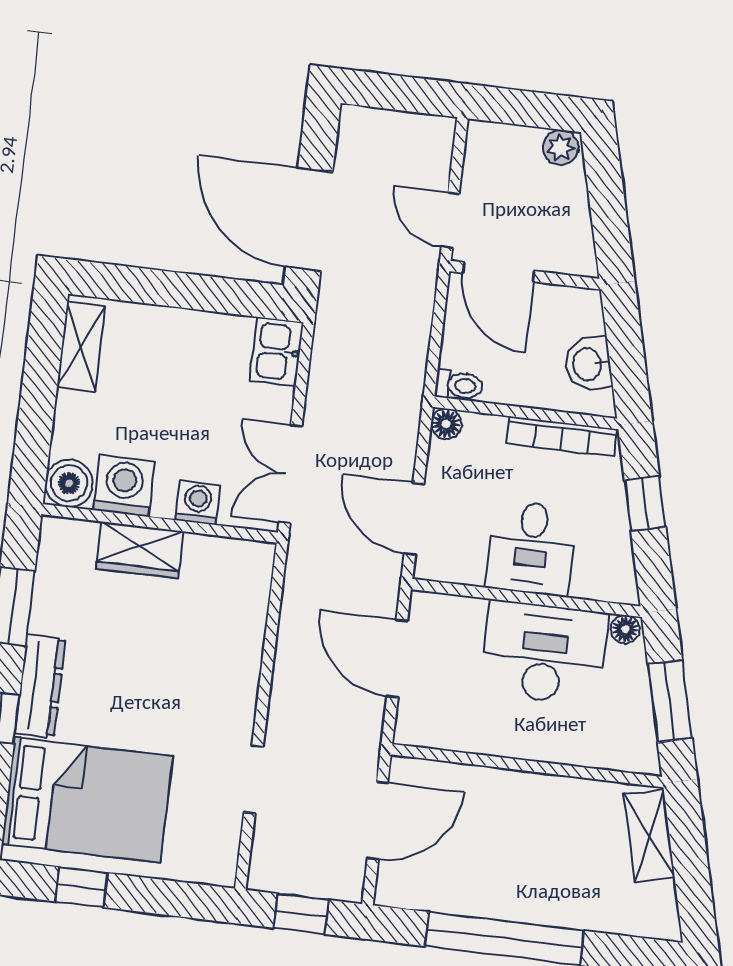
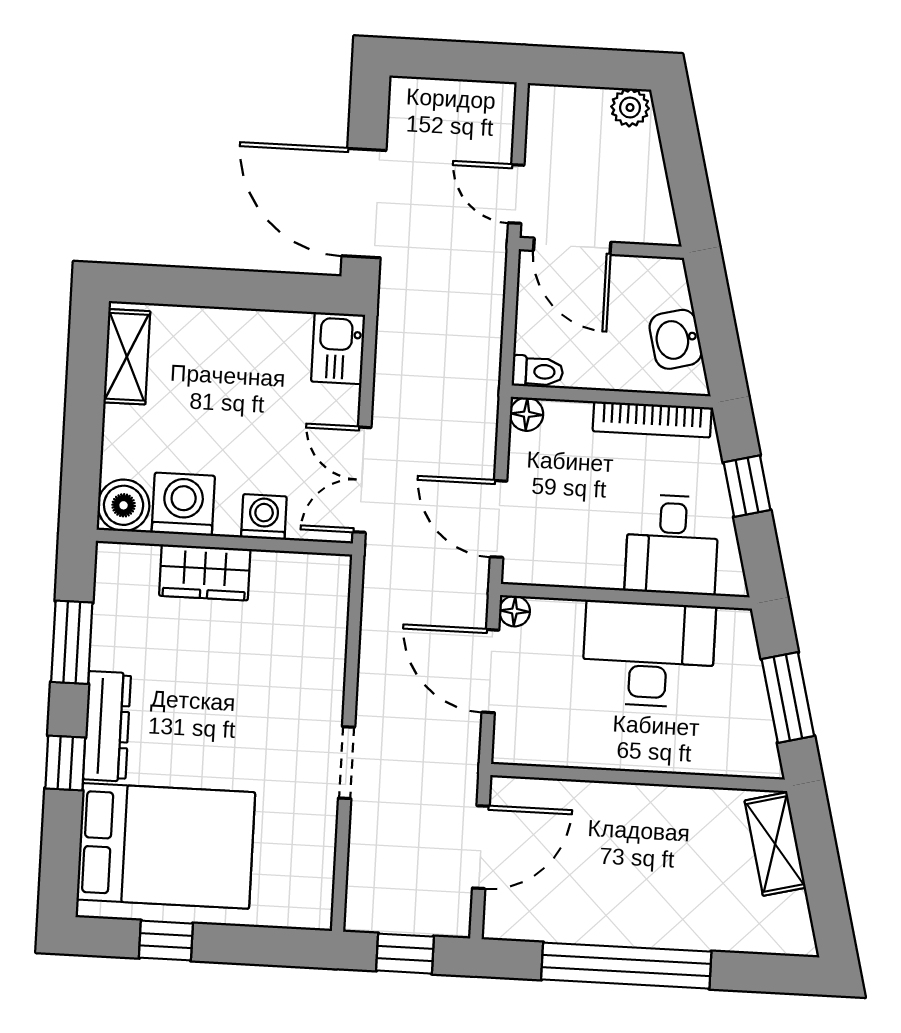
desk: (531, 548) -> (672, 544), moved
floor lamp: (625, 629) -> (515, 611), moved
doorway: (254, 779) -> (347, 763), moved

